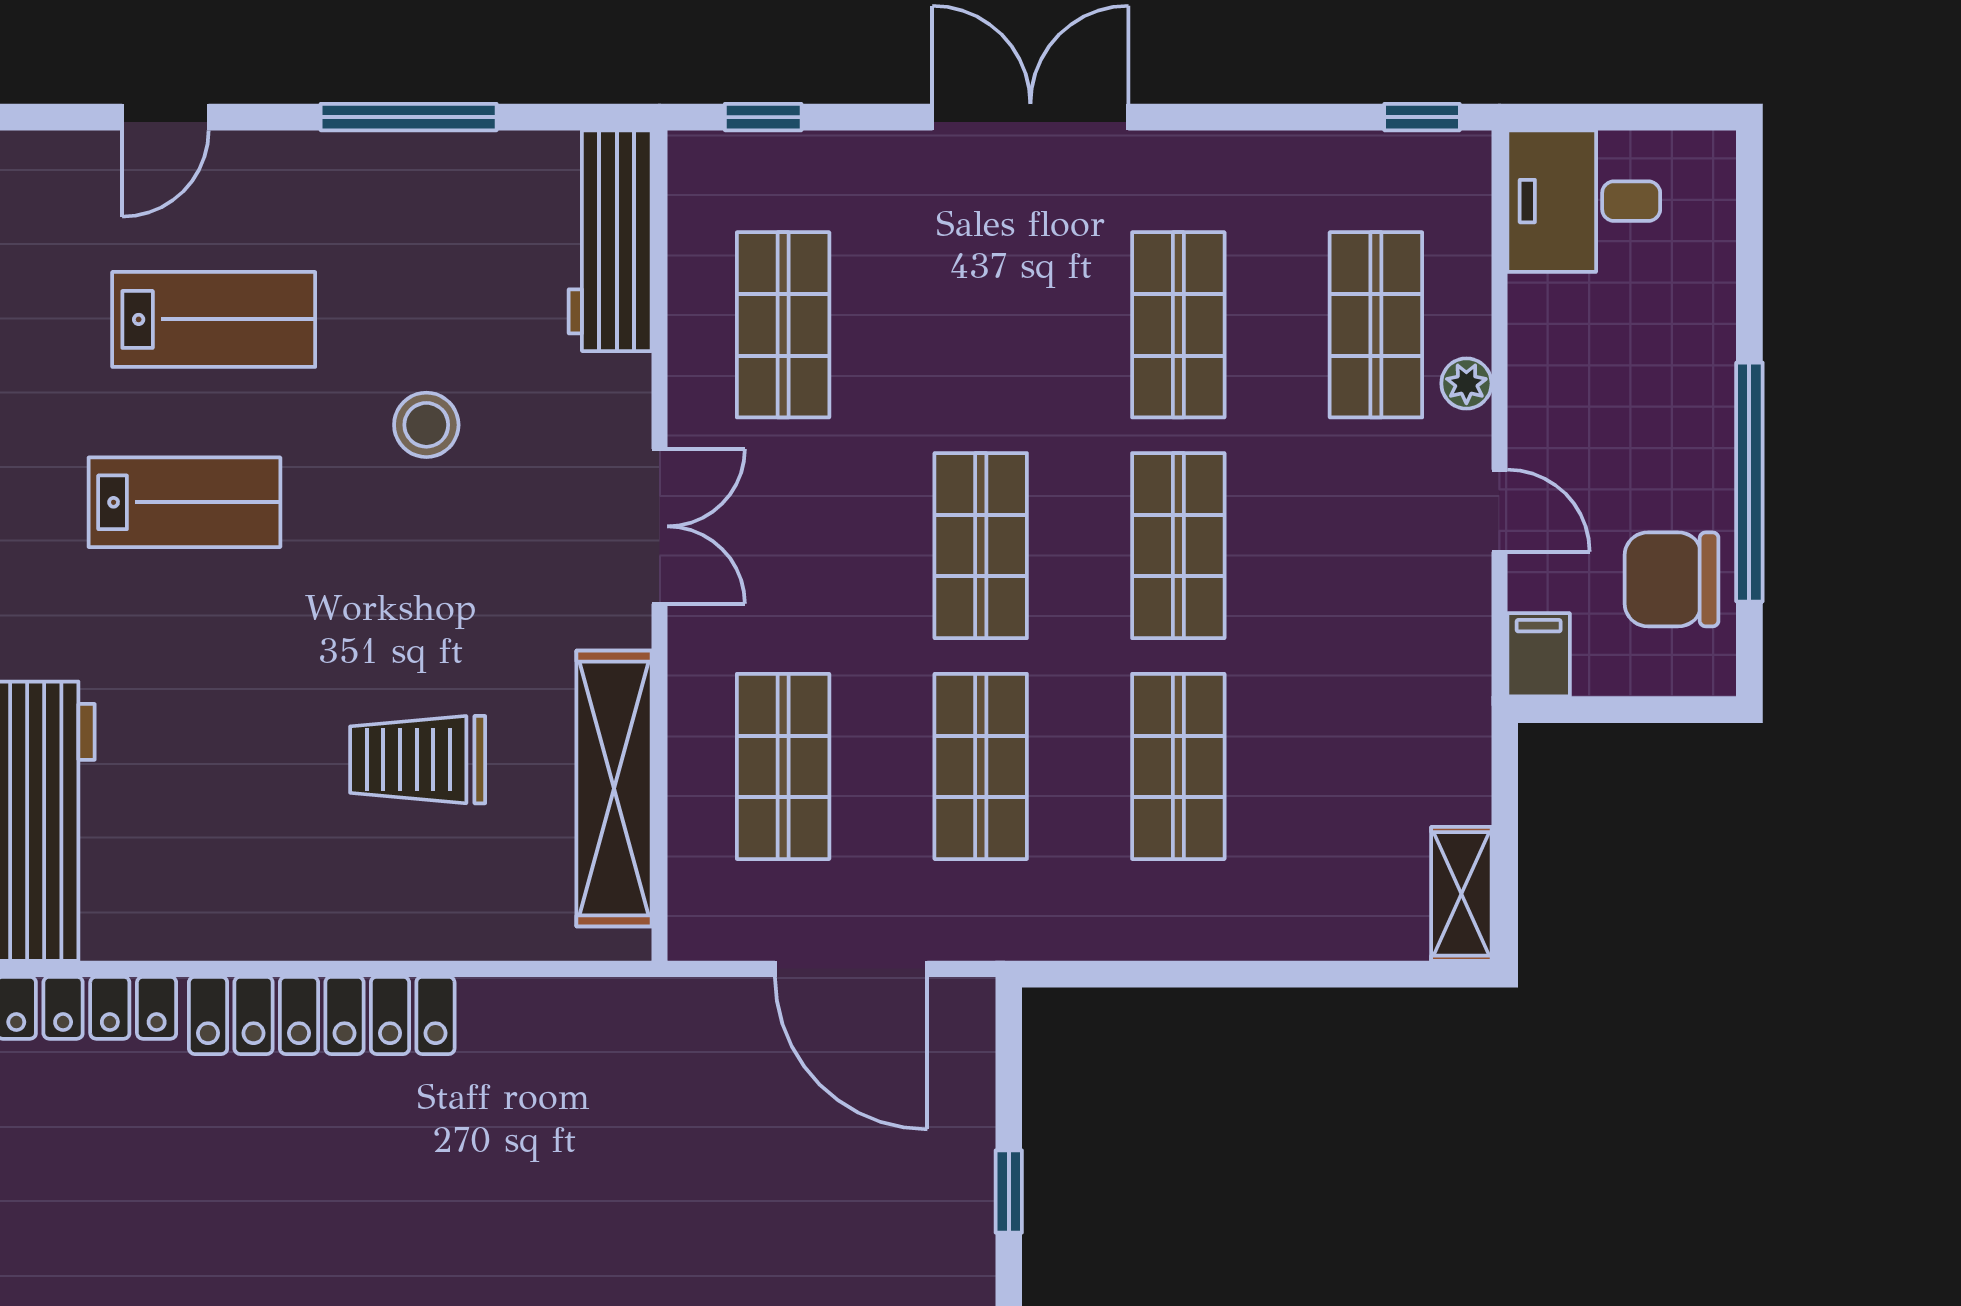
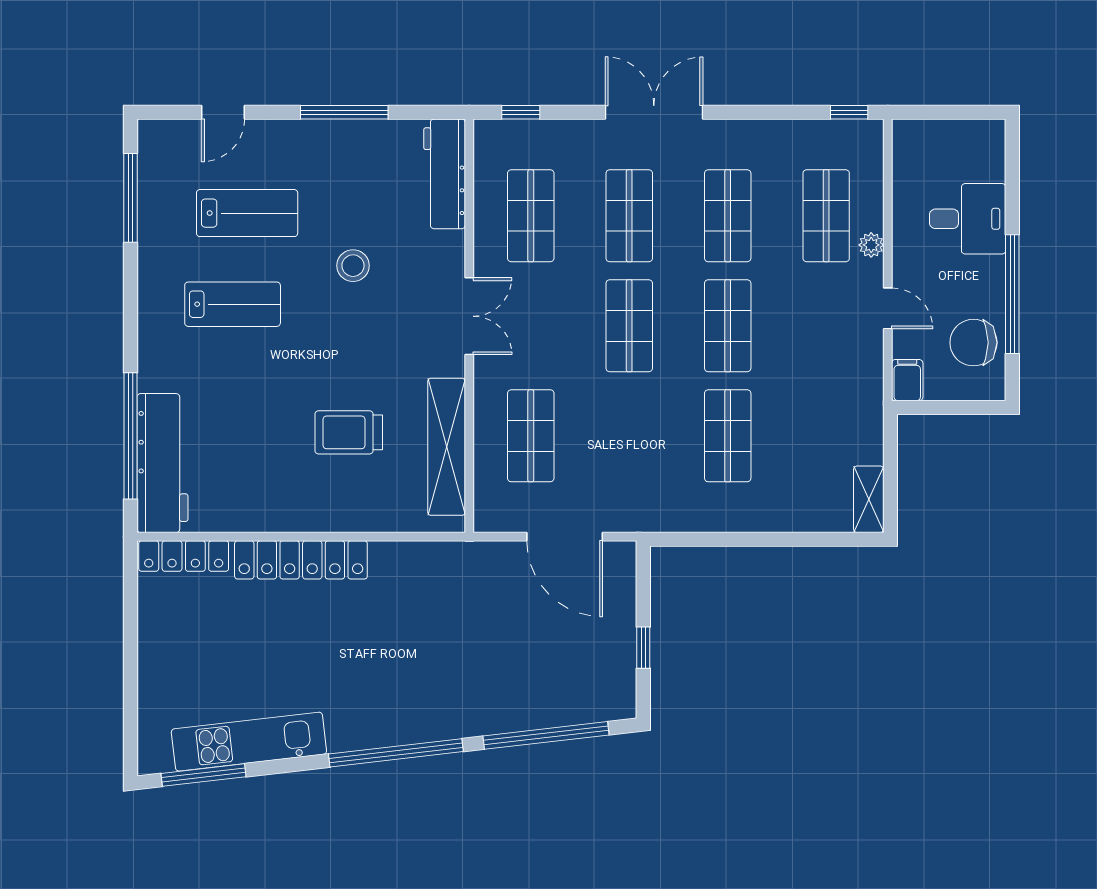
desk: (1584, 201) -> (968, 219), moved, turned 180
shop shelf: (981, 766) -> (629, 216), moved

